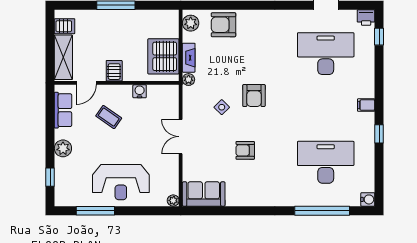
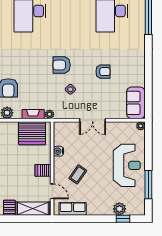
armchair: (254, 96) -> (62, 65), turned 180
plant: (63, 148) -> (119, 209), moved
armchair: (245, 150) -> (103, 72), turned -90

